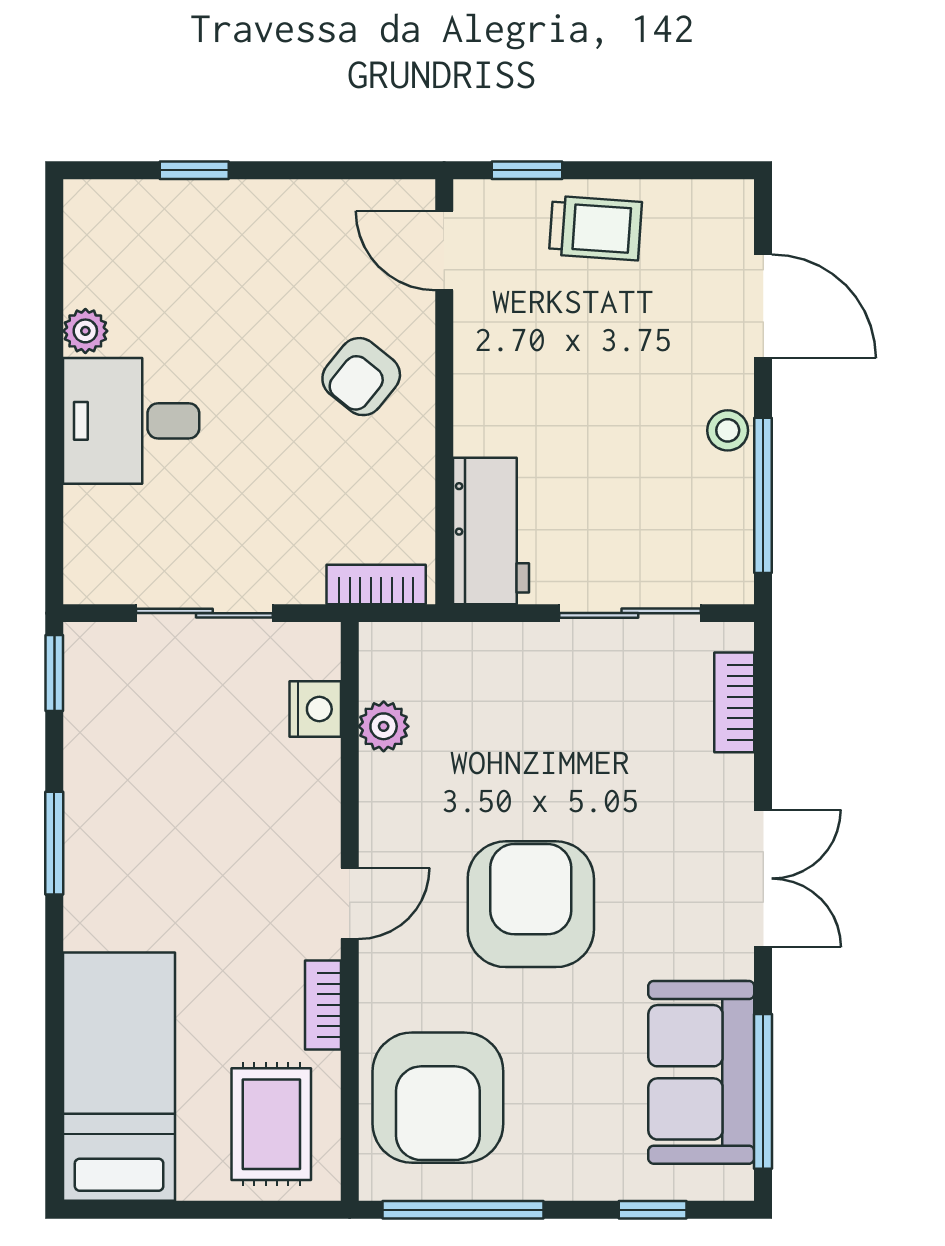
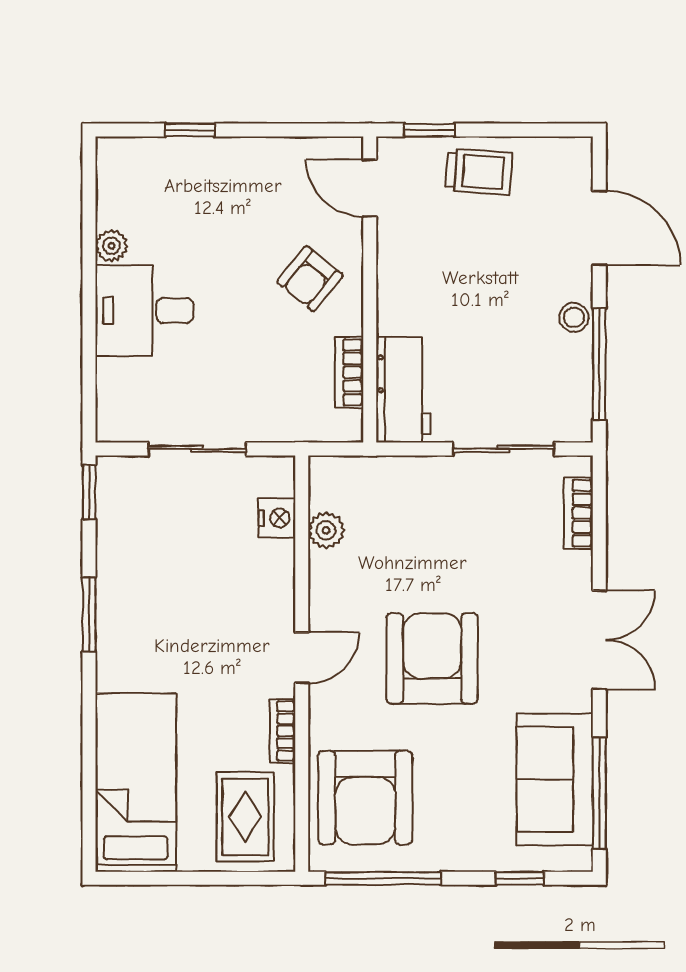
bookcase: (376, 584) -> (349, 372), moved, turned -90

